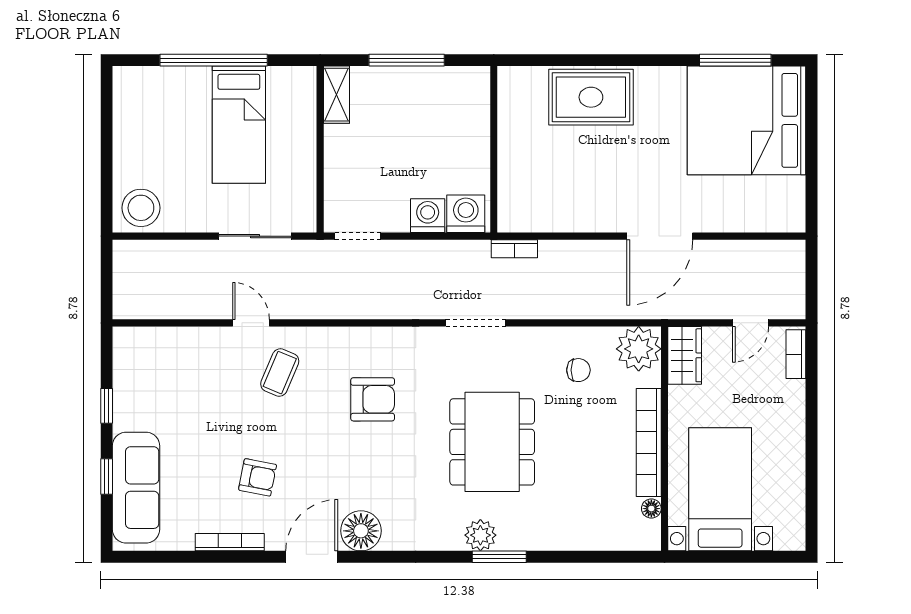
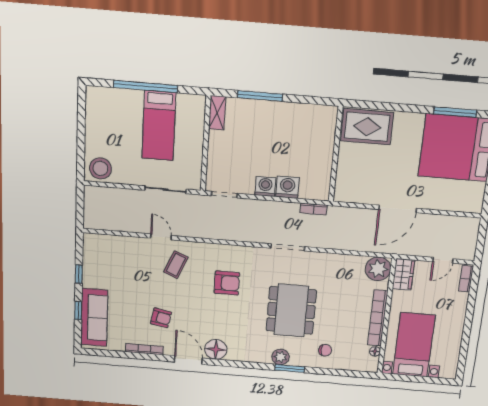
wall: (494, 149) -> (336, 155), moved
chair: (578, 370) -> (325, 350), moved
door: (312, 557) -> (188, 360), hinge flipped

